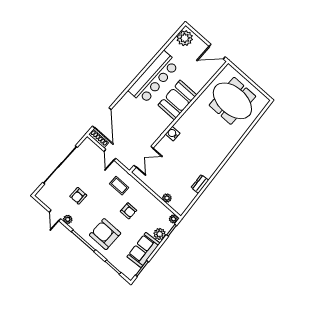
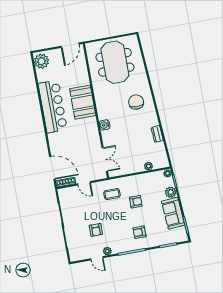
meeting table: (232, 101) -> (115, 62), turned 90
chair: (213, 145) -> (136, 102), added
armchair: (105, 234) -> (139, 232), width x0.53, depth x0.53

